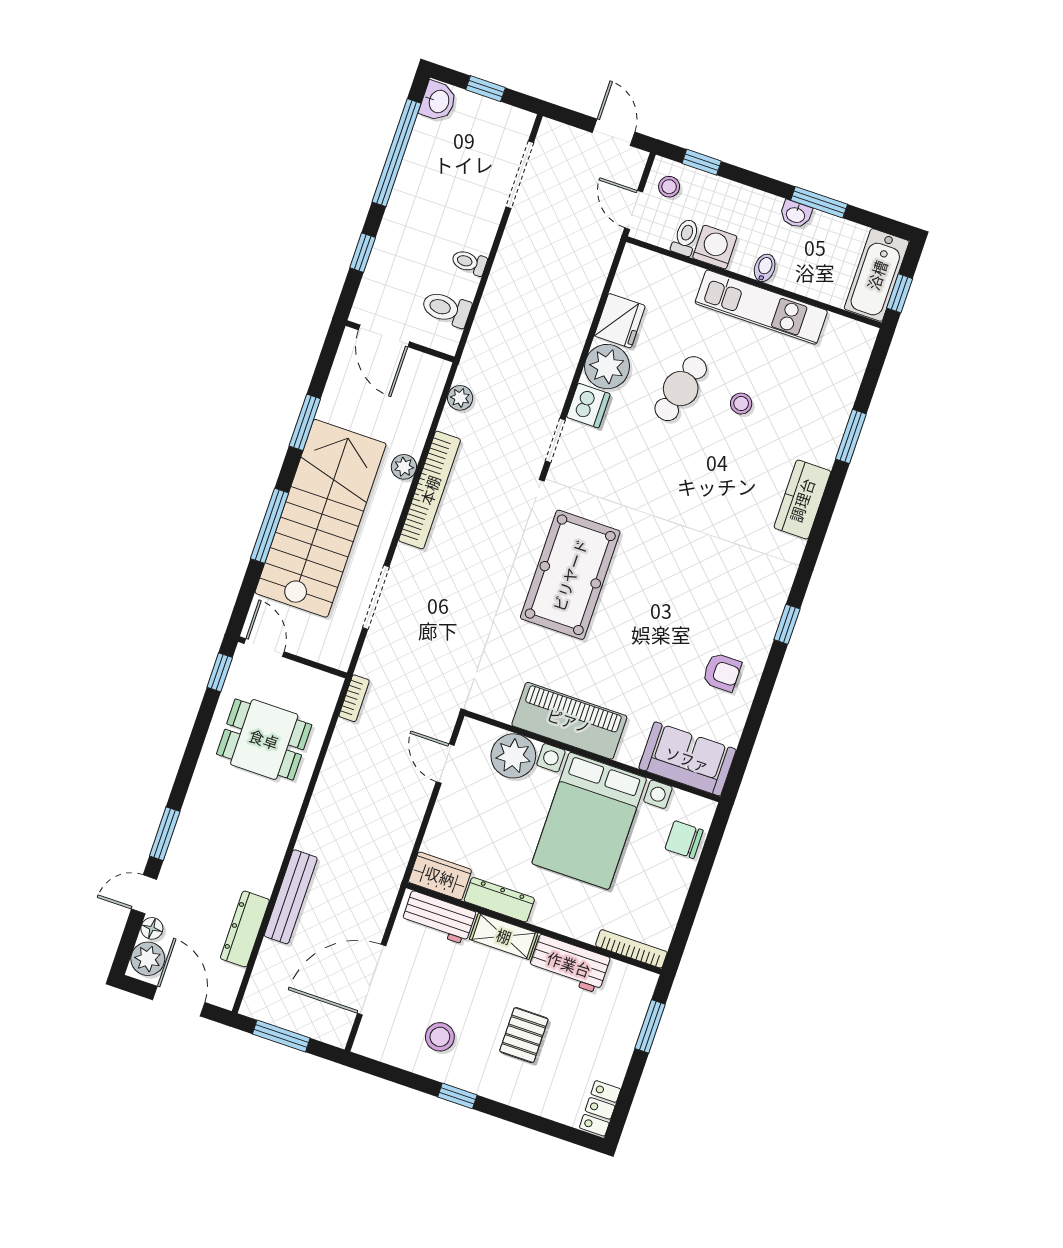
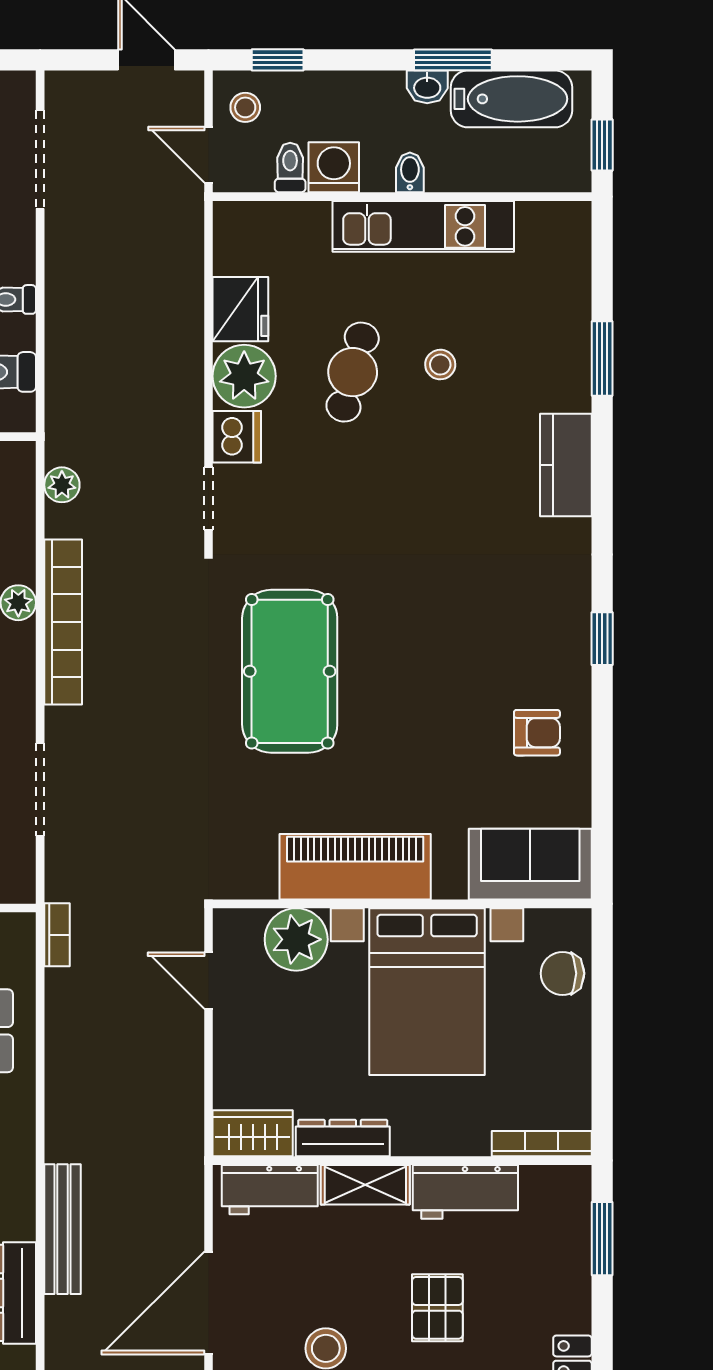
bathtub: (877, 275) -> (511, 99), moved, turned -90

